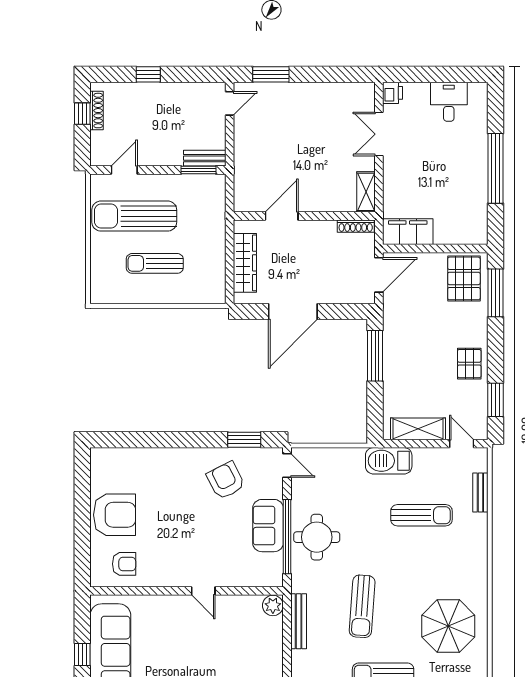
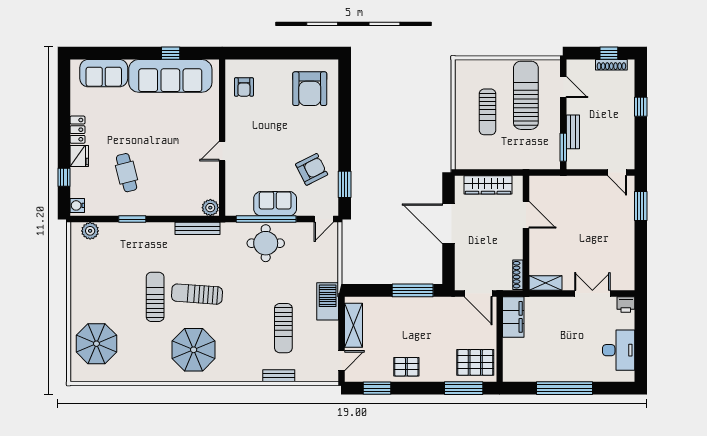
desk: (449, 102) -> (619, 350), width x1.37
bench: (205, 158) -> (573, 132), moved
sun lounger: (155, 263) -> (488, 112), turned 180
bench: (480, 492) -> (279, 376), moved
armchair: (115, 515) -> (310, 89), moved
sun lounger: (362, 606) -> (197, 294), moved

